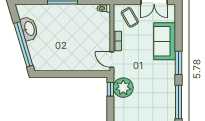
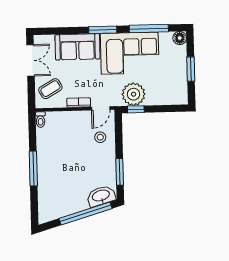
washbasin: (29, 29) -> (101, 196), moved
stool: (88, 58) -> (100, 137), added
window: (58, 74) -> (120, 172), added
corner sofa: (158, 85) -> (130, 53), added

